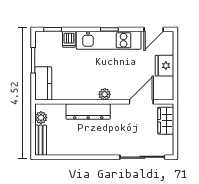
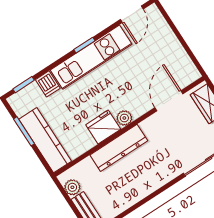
fridge: (165, 66) -> (103, 127), moved, turned 90
kitchen counter: (43, 83) -> (45, 140), width x1.50

